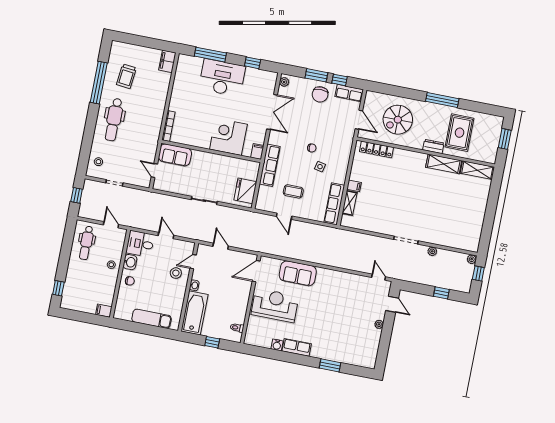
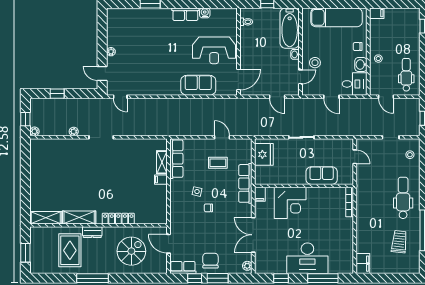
locker: (377, 149) -> (118, 219), moved
sofa: (175, 155) -> (322, 176), moved
exam couch: (152, 319) -> (336, 17), width x1.36, depth x1.45

